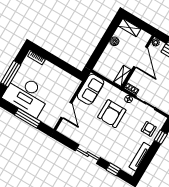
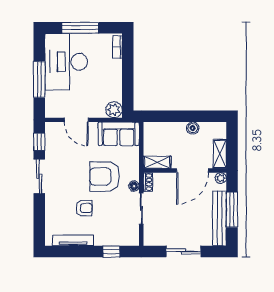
shelving: (130, 28) -> (220, 154), moved
plant: (74, 83) -> (114, 110), added
door: (66, 110) -> (76, 120), hinge flipped
armchair: (149, 129) -> (84, 208), moved
window: (113, 169) -> (39, 142), moved

